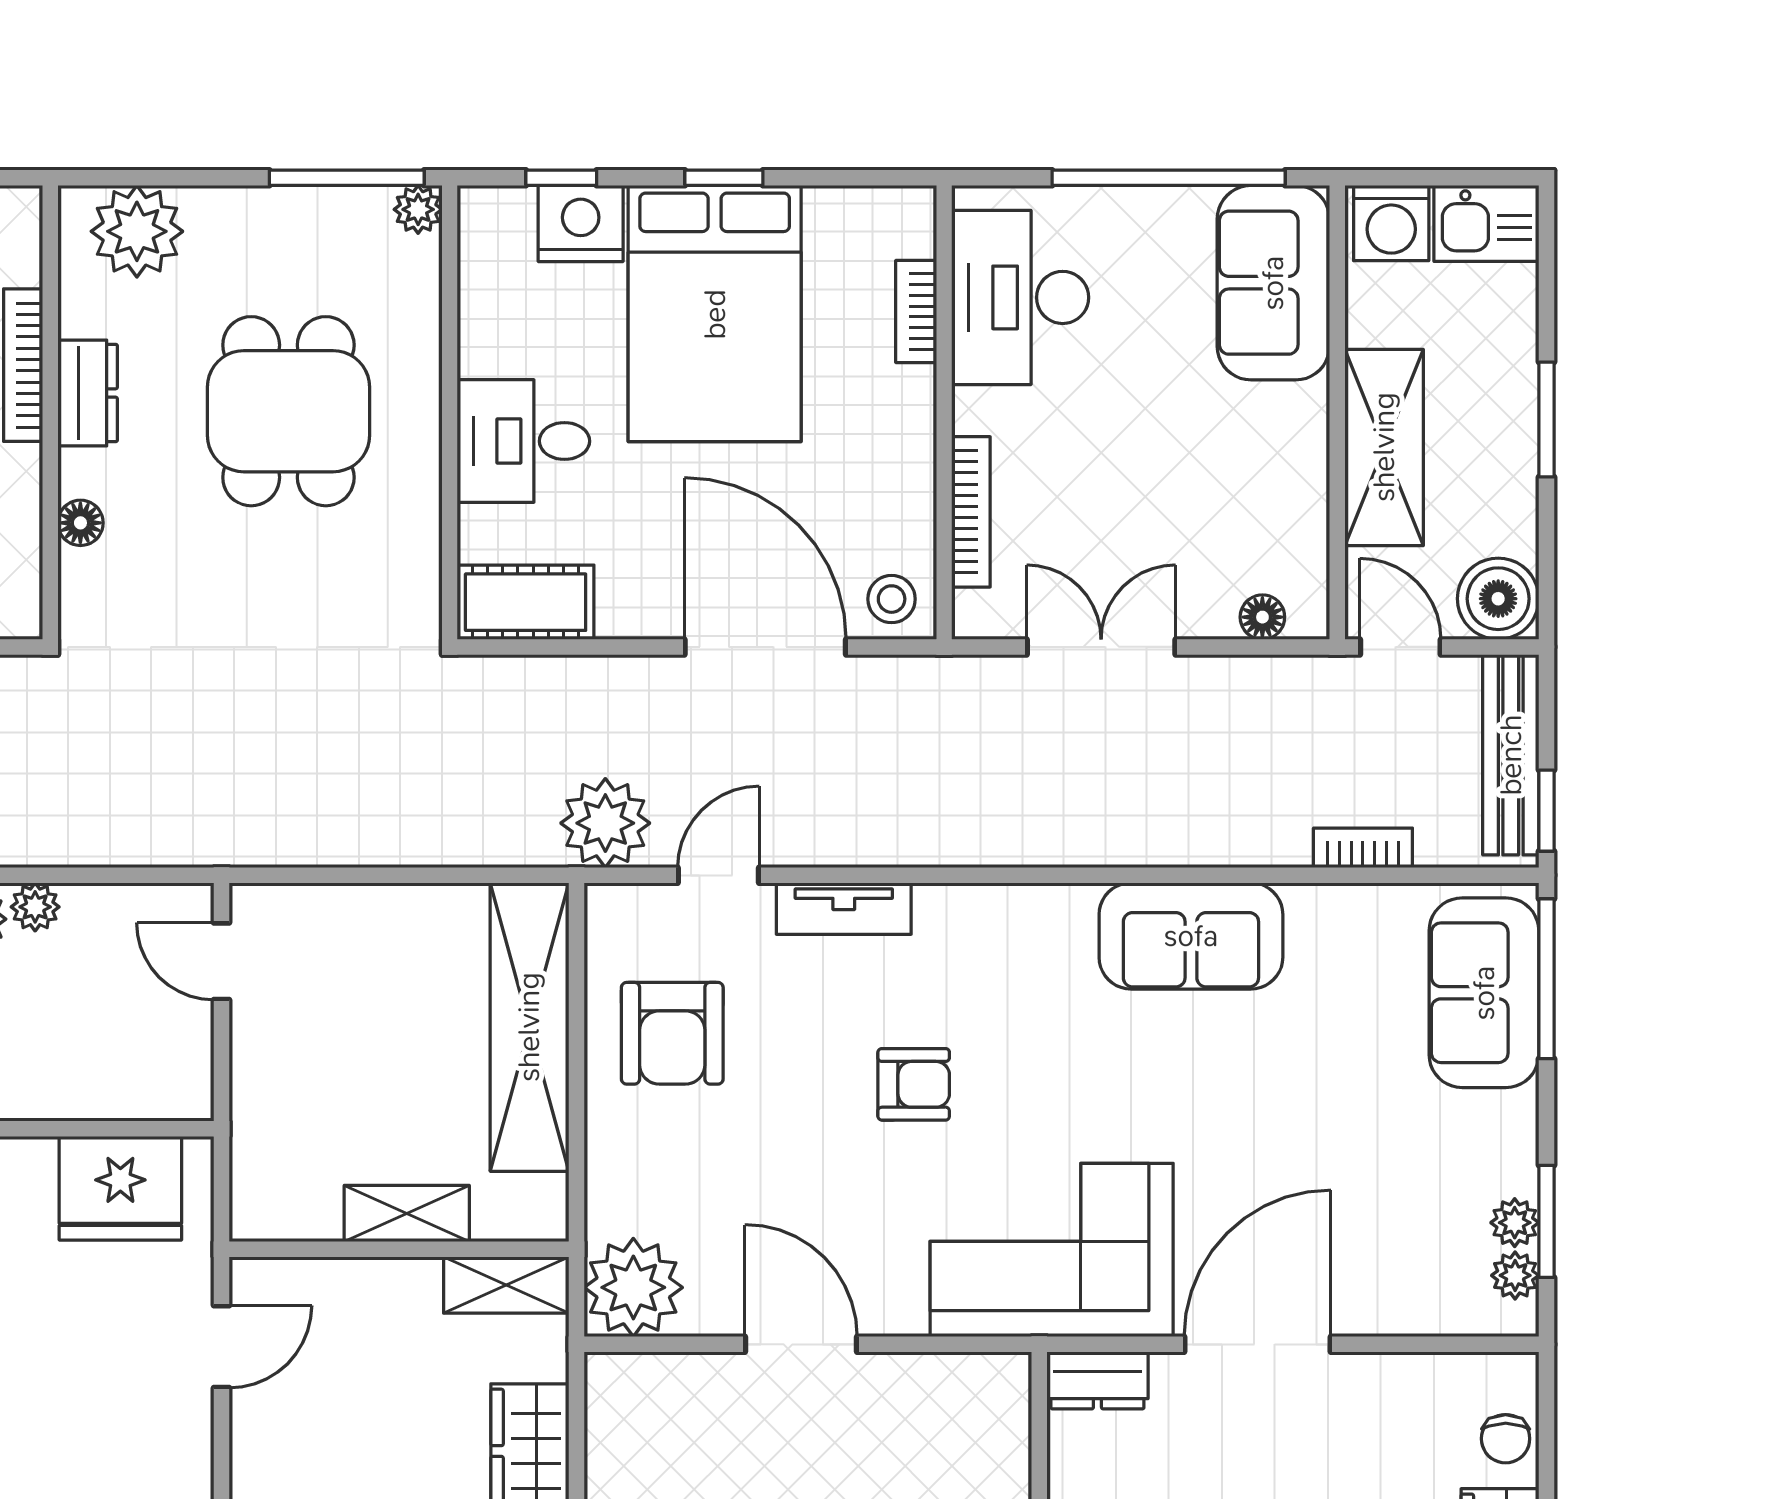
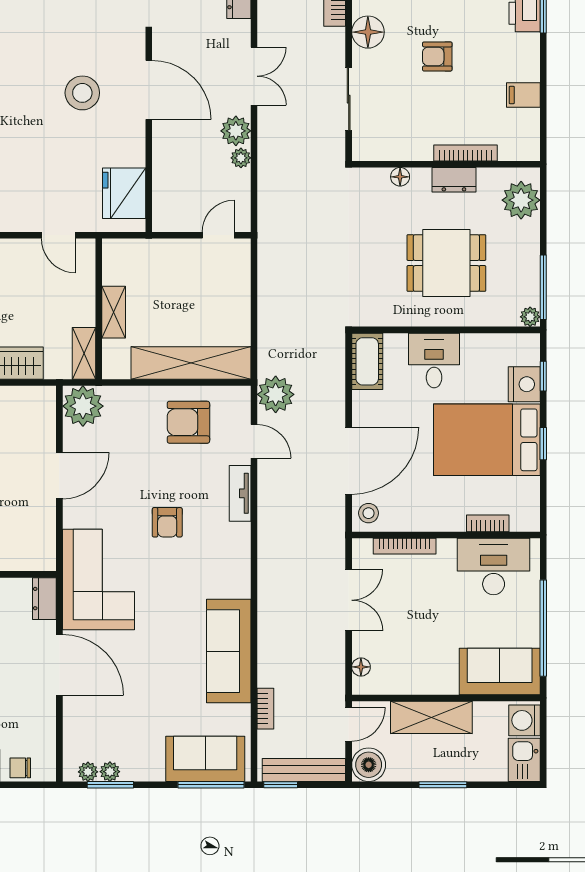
sofa: (1191, 936) -> (229, 651), width x1.36

